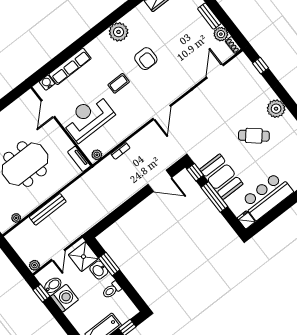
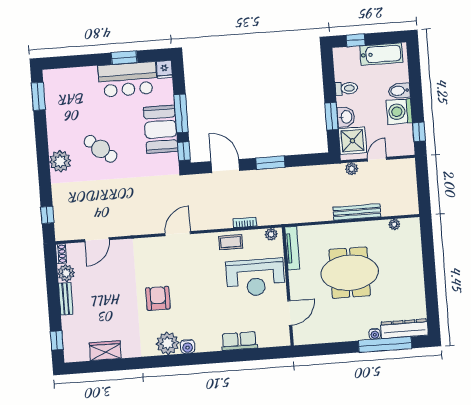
row of seats: (70, 66) -> (239, 341), width x0.68
water cooler: (47, 83) -> (187, 346), moved
coffee table: (119, 83) -> (231, 242), moved
tv unit: (79, 159) -> (292, 248), width x1.41
window: (130, 204) -> (270, 163), added
window: (279, 210) -> (124, 58), added
plant: (34, 265) -> (352, 169), moved
bidet: (53, 285) -> (399, 91), moved

